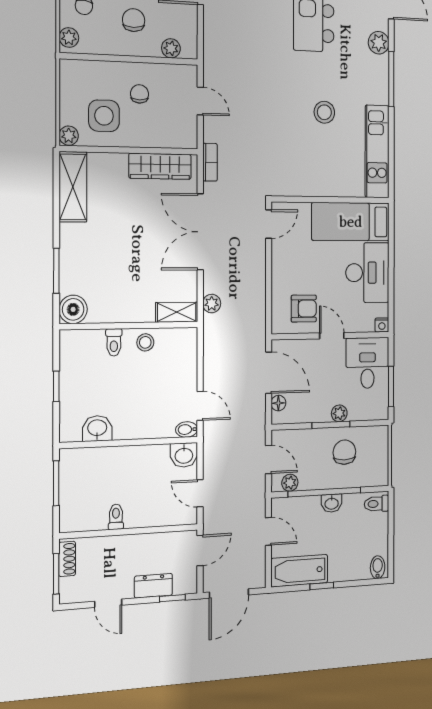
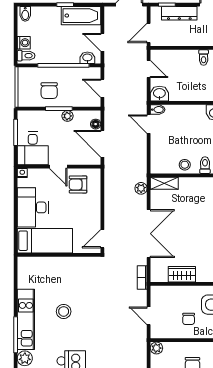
plant: (171, 48) -> (156, 348), moved
kitchen unit: (377, 151) -> (26, 319), moved
wardrobe: (160, 166) -> (182, 274), width x0.67
plant: (339, 413) -> (67, 116), moved
plant: (290, 483) -> (88, 73), removed
washbasin: (332, 503) -> (87, 58), moved
washing machine: (380, 523) -> (24, 43), added
dresser: (153, 586) -> (179, 13), width x1.44

